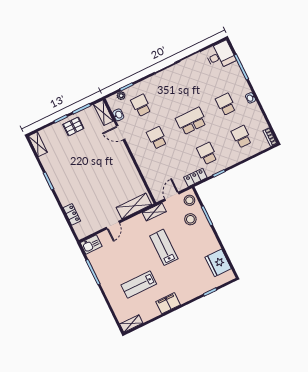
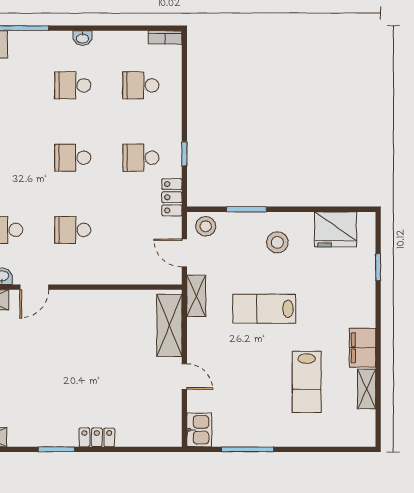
school desk: (191, 121) -> (73, 158), width x0.54
locker: (72, 214) -> (97, 437), moved
stool: (190, 219) -> (277, 242), moved
shelving: (131, 324) -> (367, 389), moved

